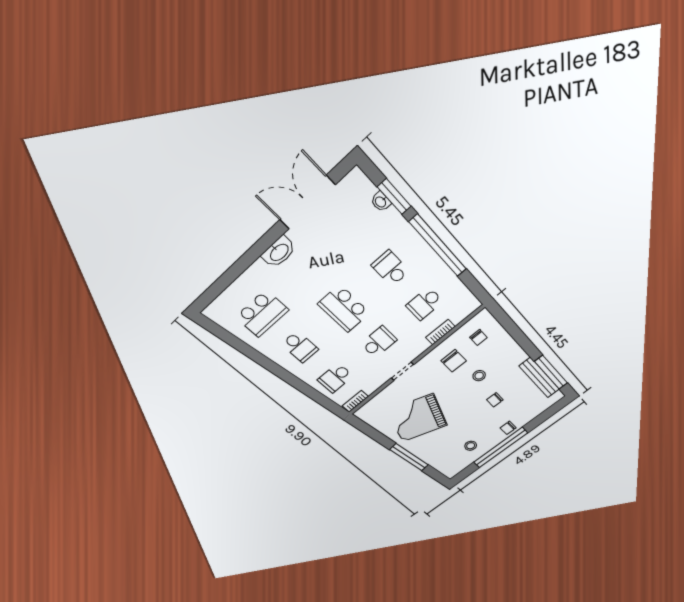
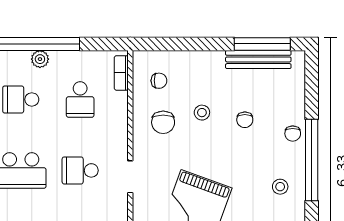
plant: (429, 256) -> (40, 59), added
bookcase: (440, 332) -> (121, 73), moved
school desk: (379, 342) -> (80, 170), turned -90
chair: (454, 361) -> (163, 122), turned 90

